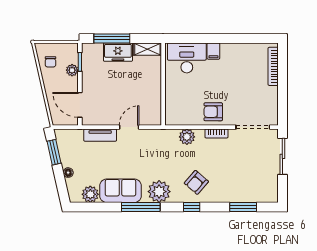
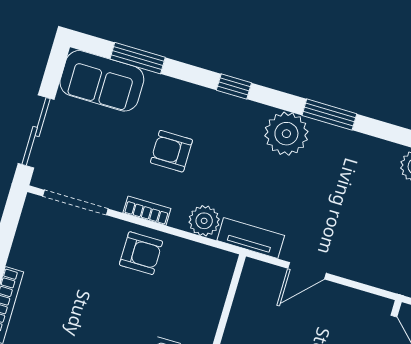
tv unit: (100, 135) -> (251, 238), moved
armchair: (196, 182) -> (171, 151), moved, turned -131
sofa: (121, 191) -> (102, 81), moved
window: (141, 207) -> (329, 115), width x0.69

